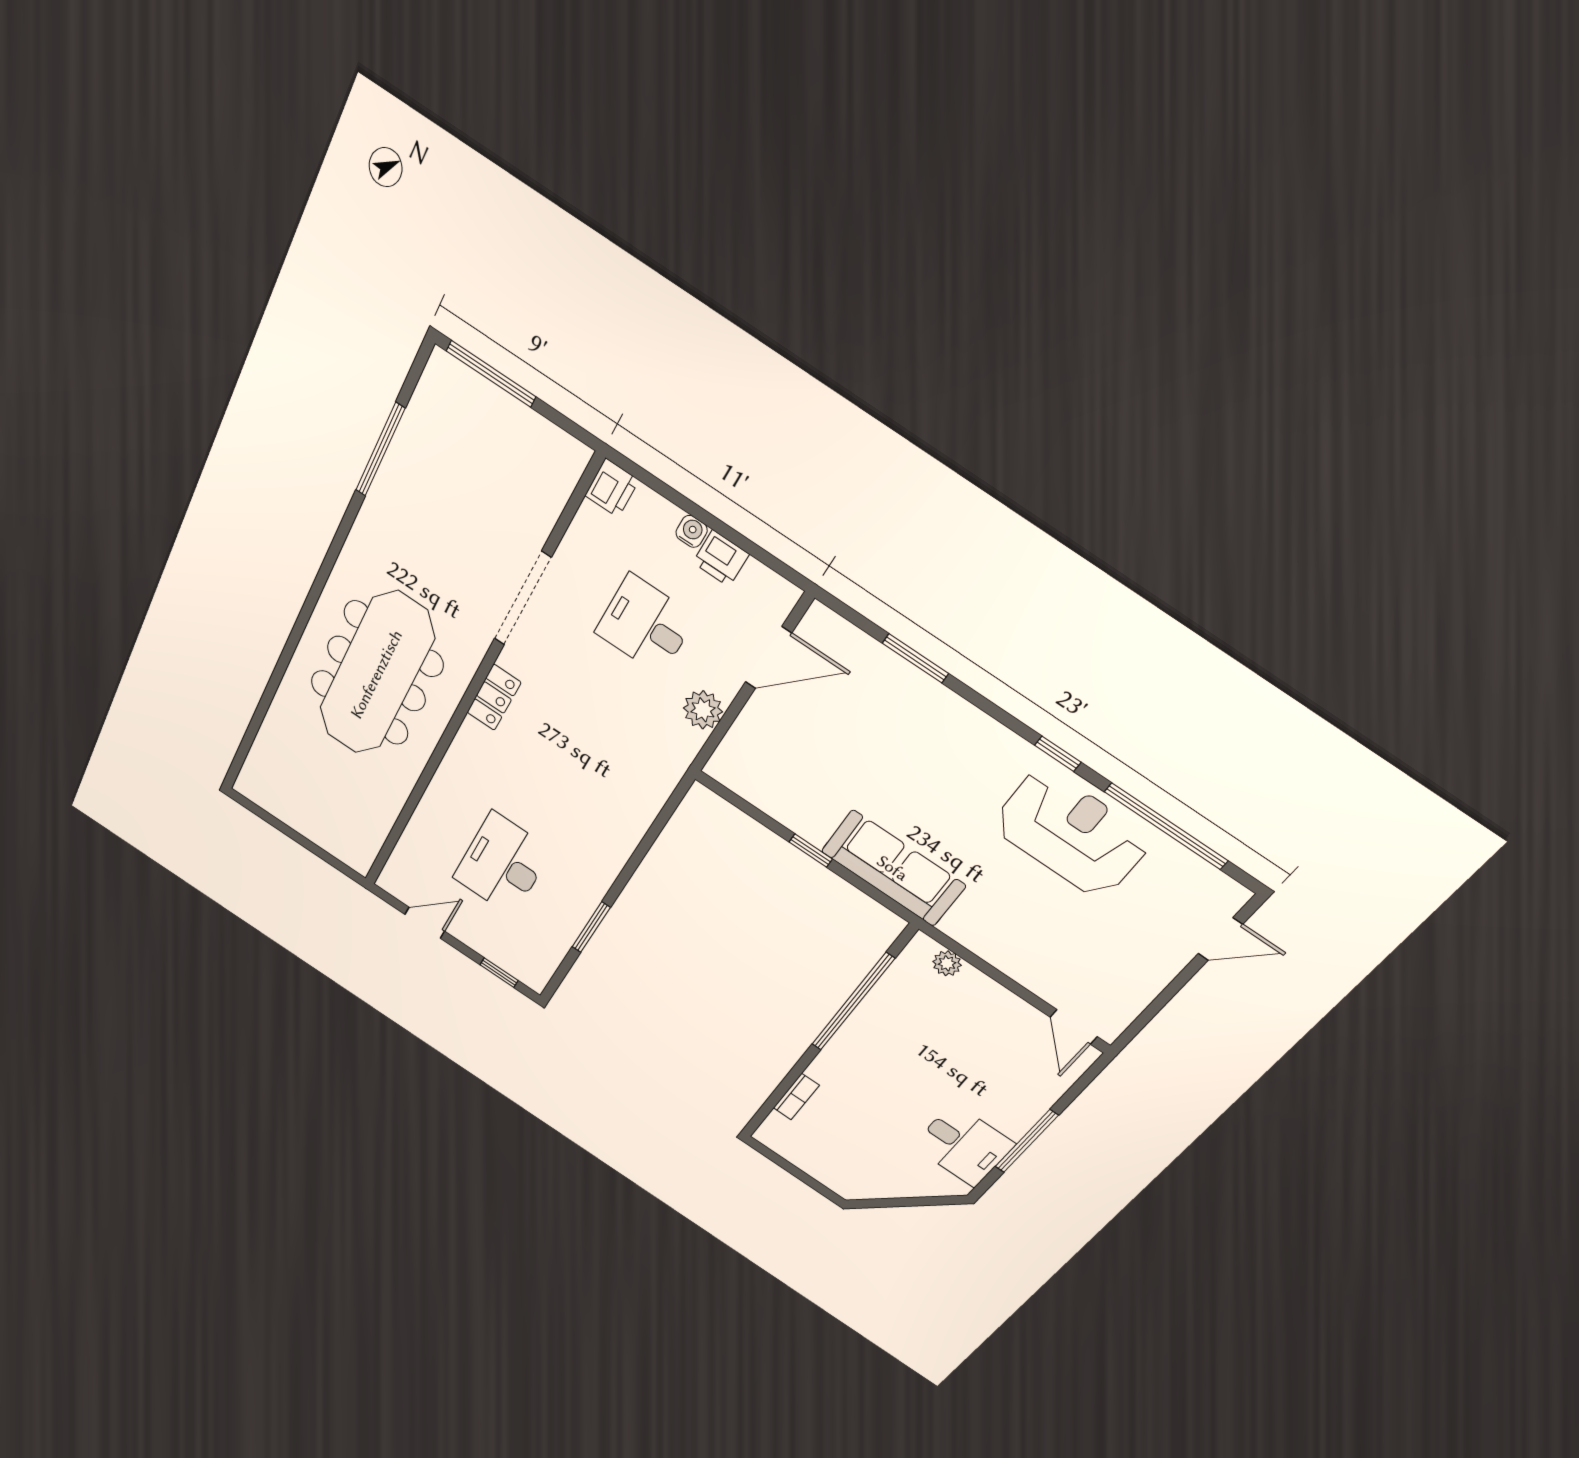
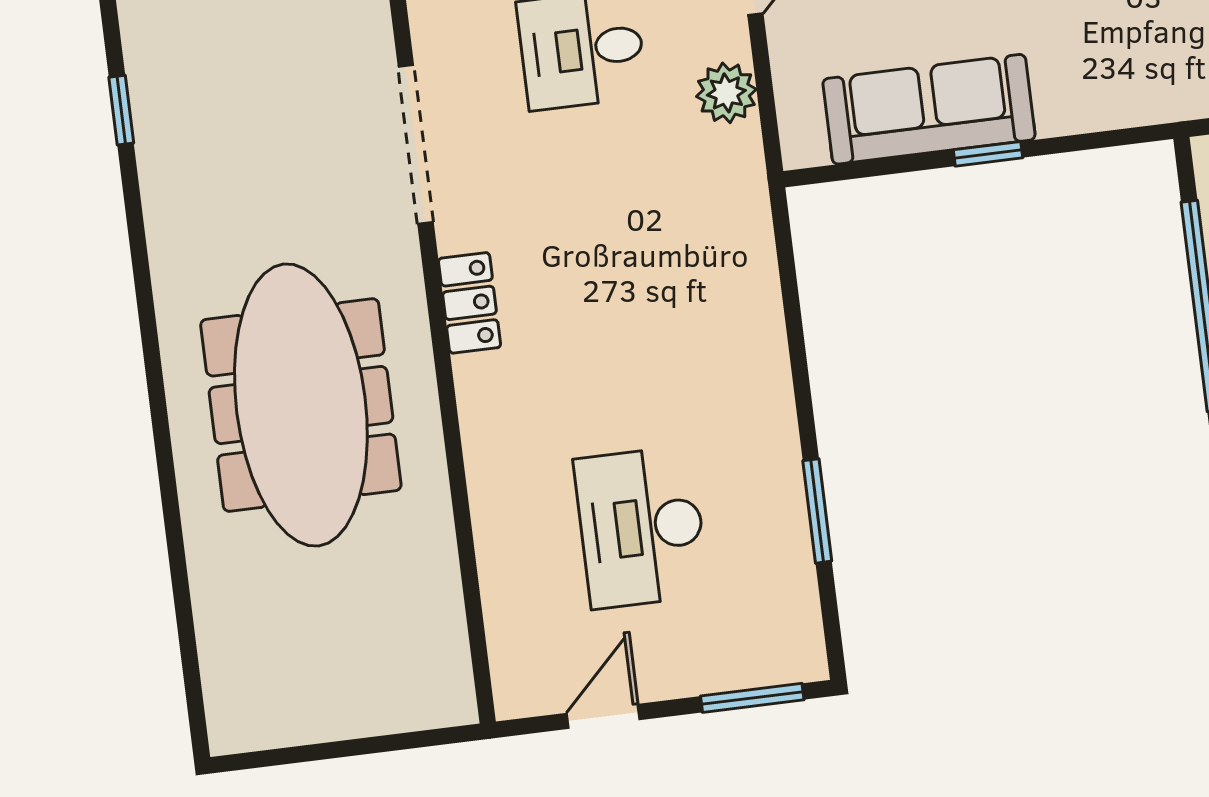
window: (380, 450) -> (121, 110), width x0.46
sofa: (893, 868) -> (929, 109), moved
window: (499, 973) -> (752, 698), width x1.50

